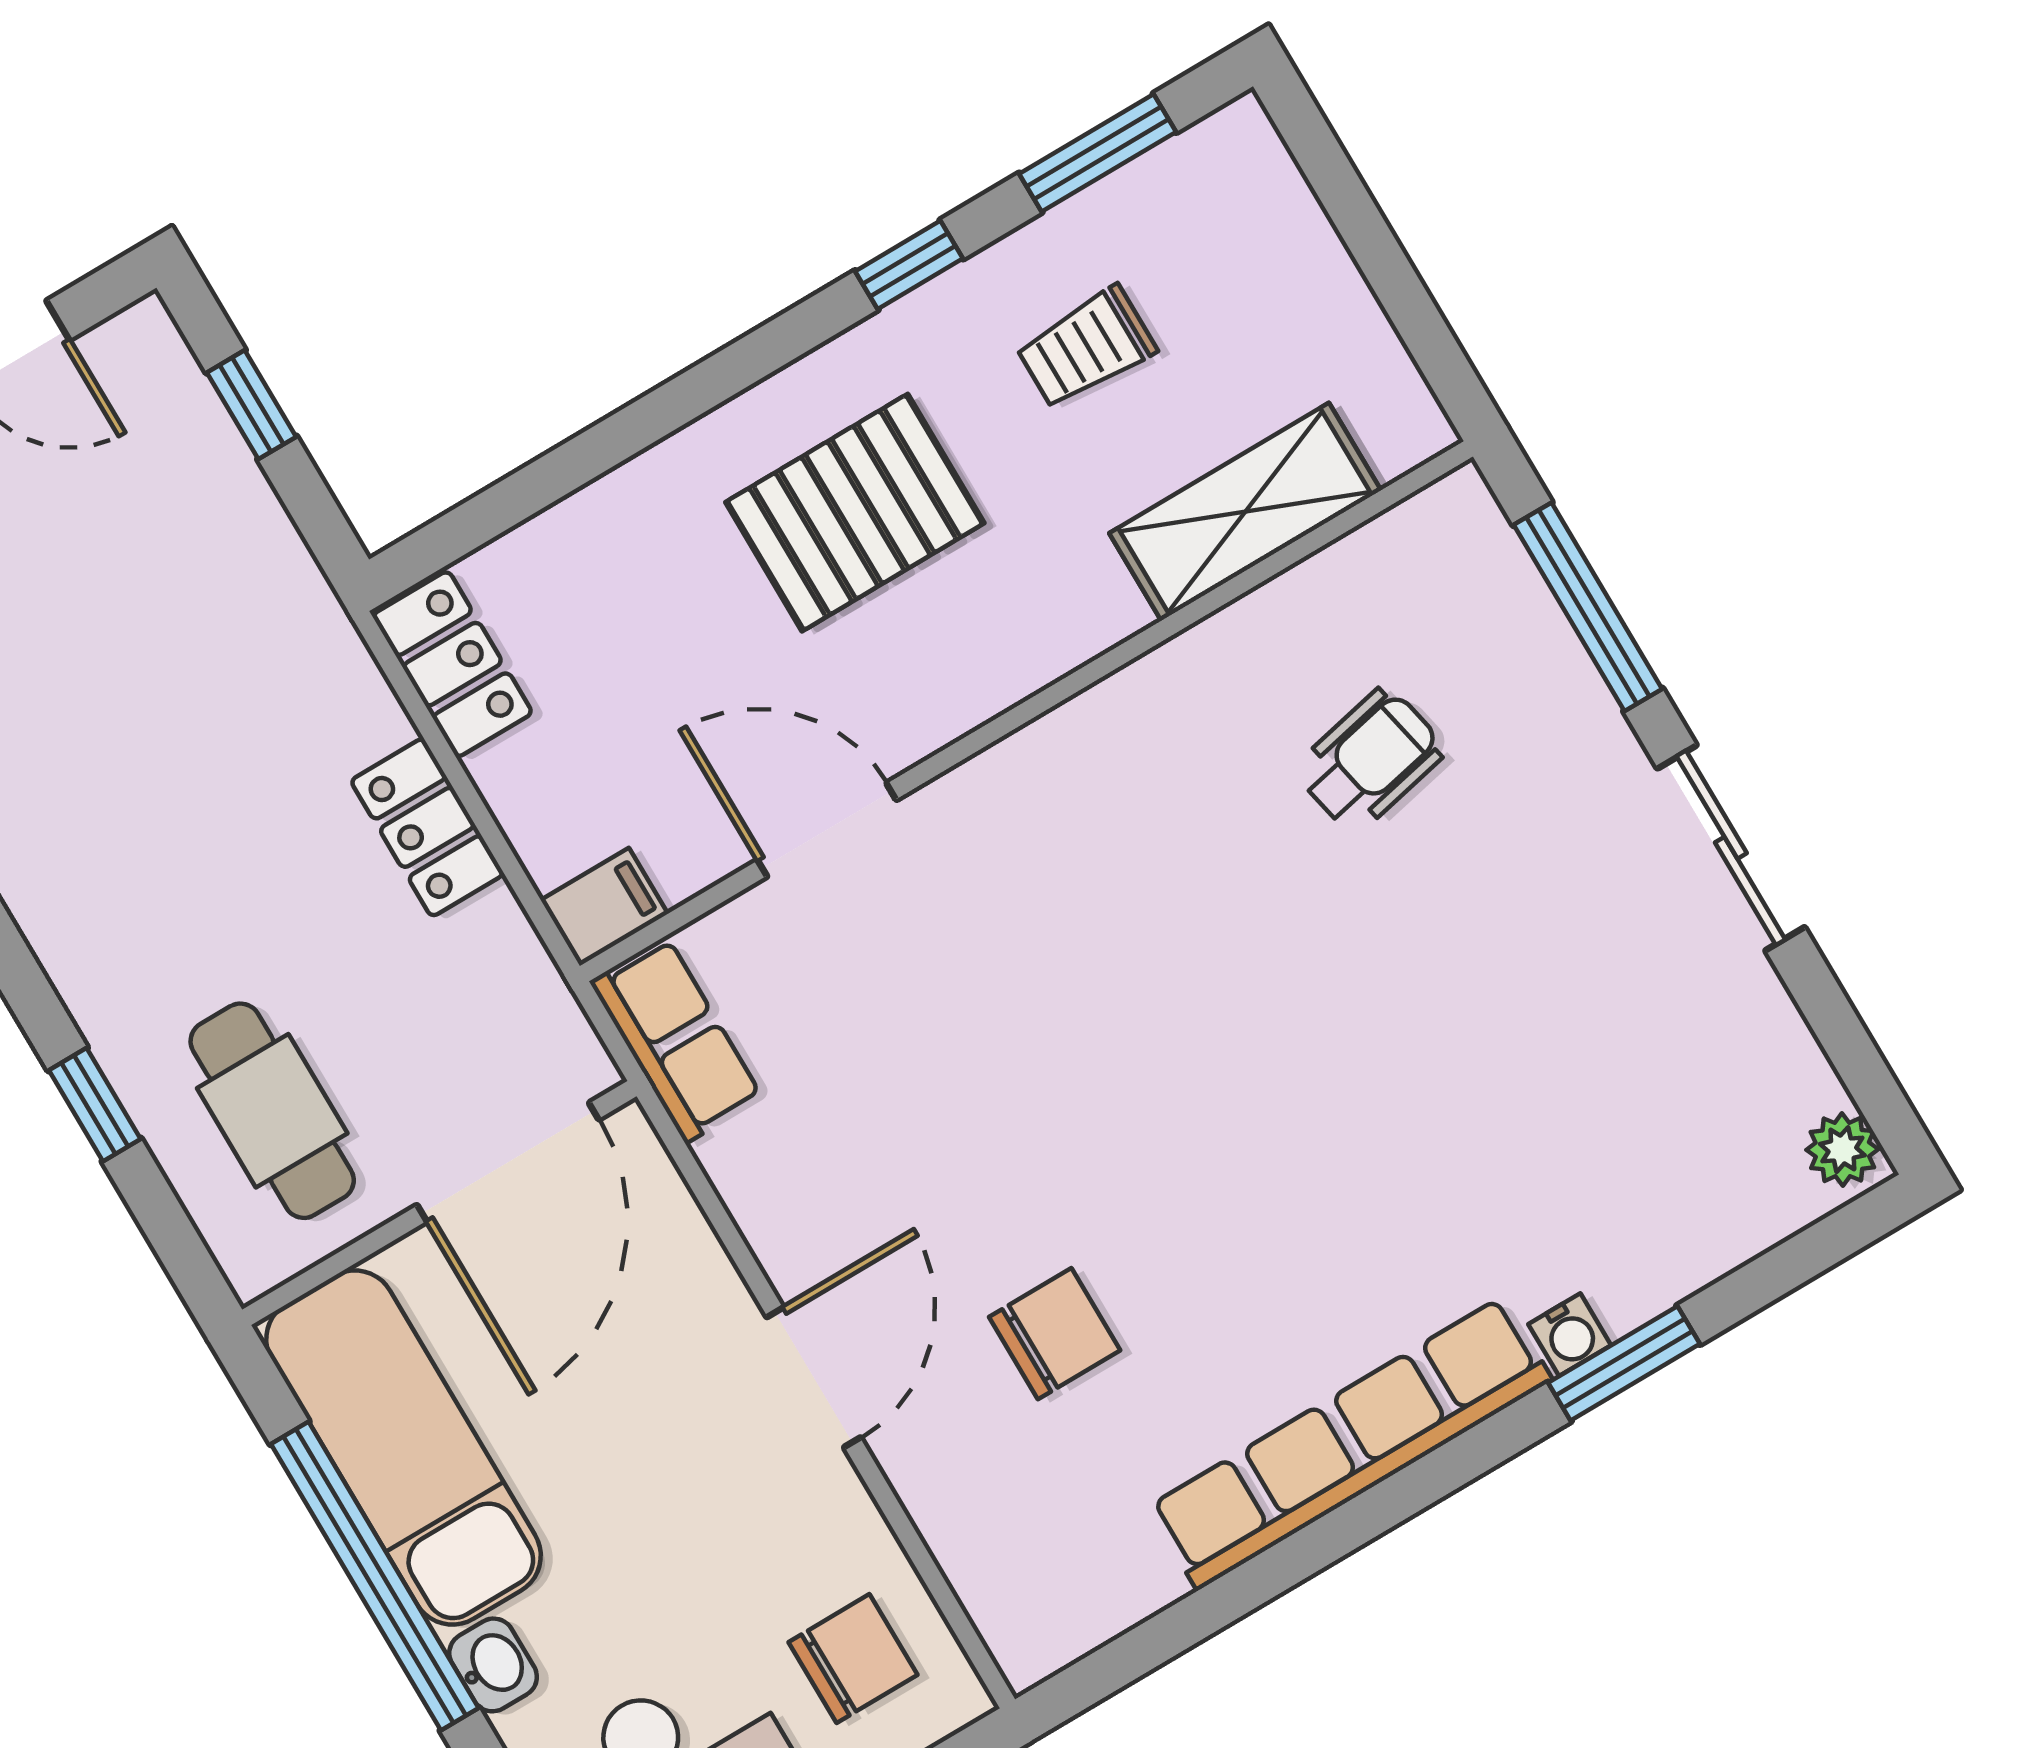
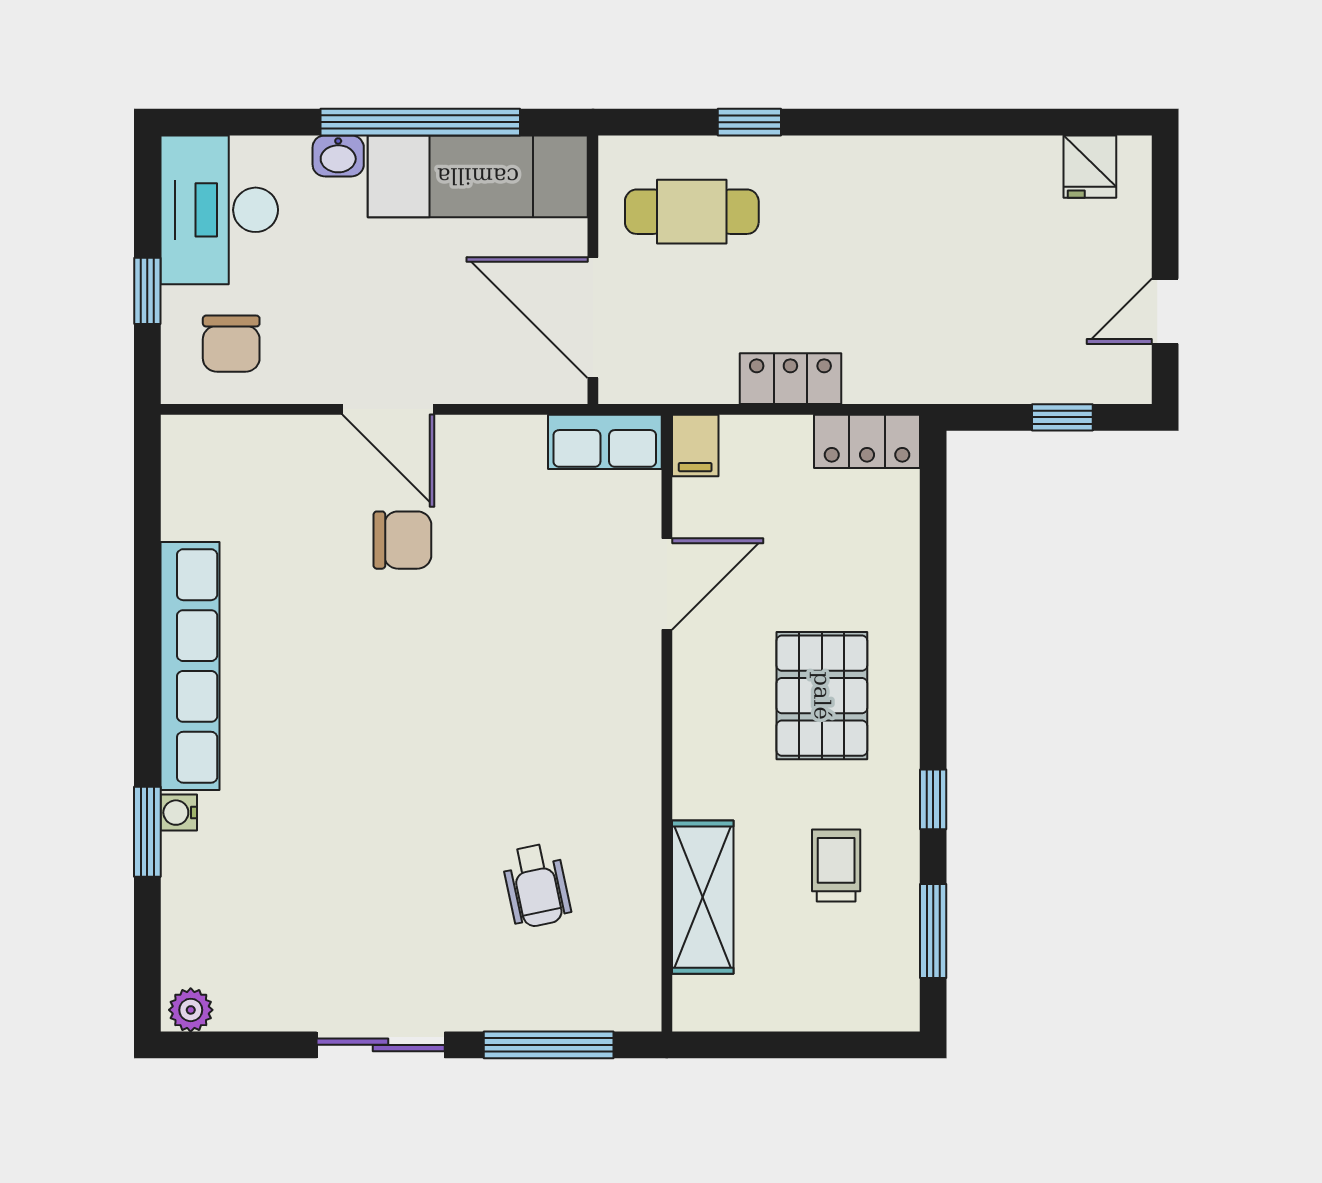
chair: (1055, 1334) -> (402, 540), moved, turned -90

